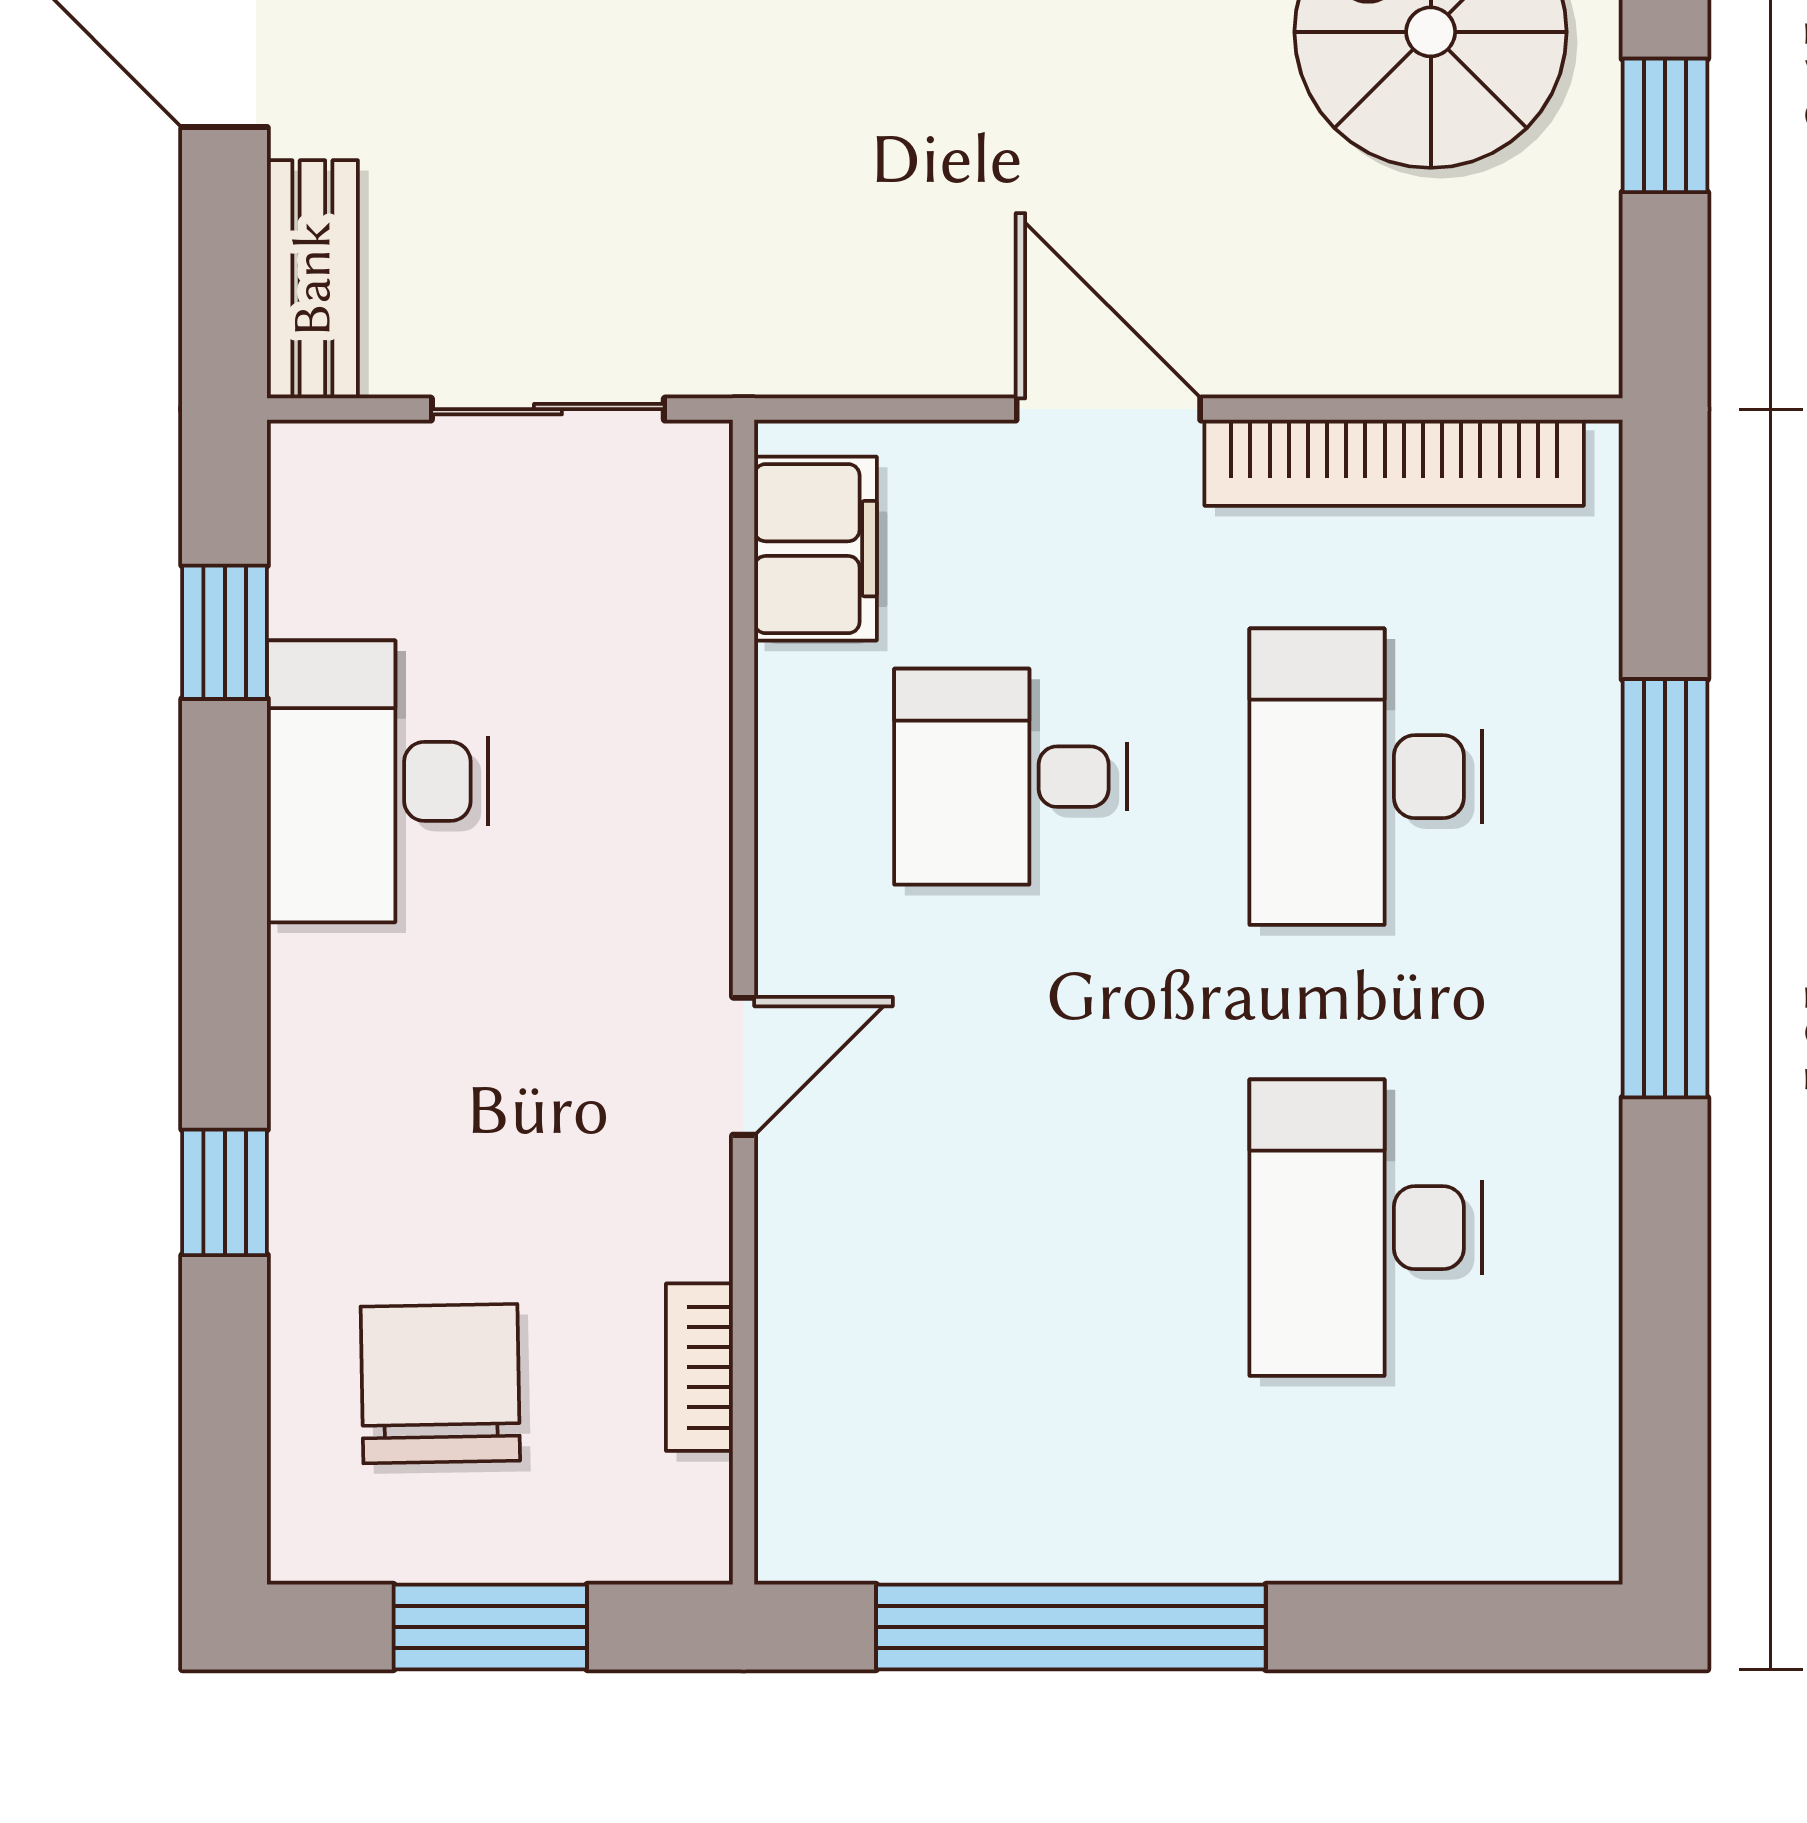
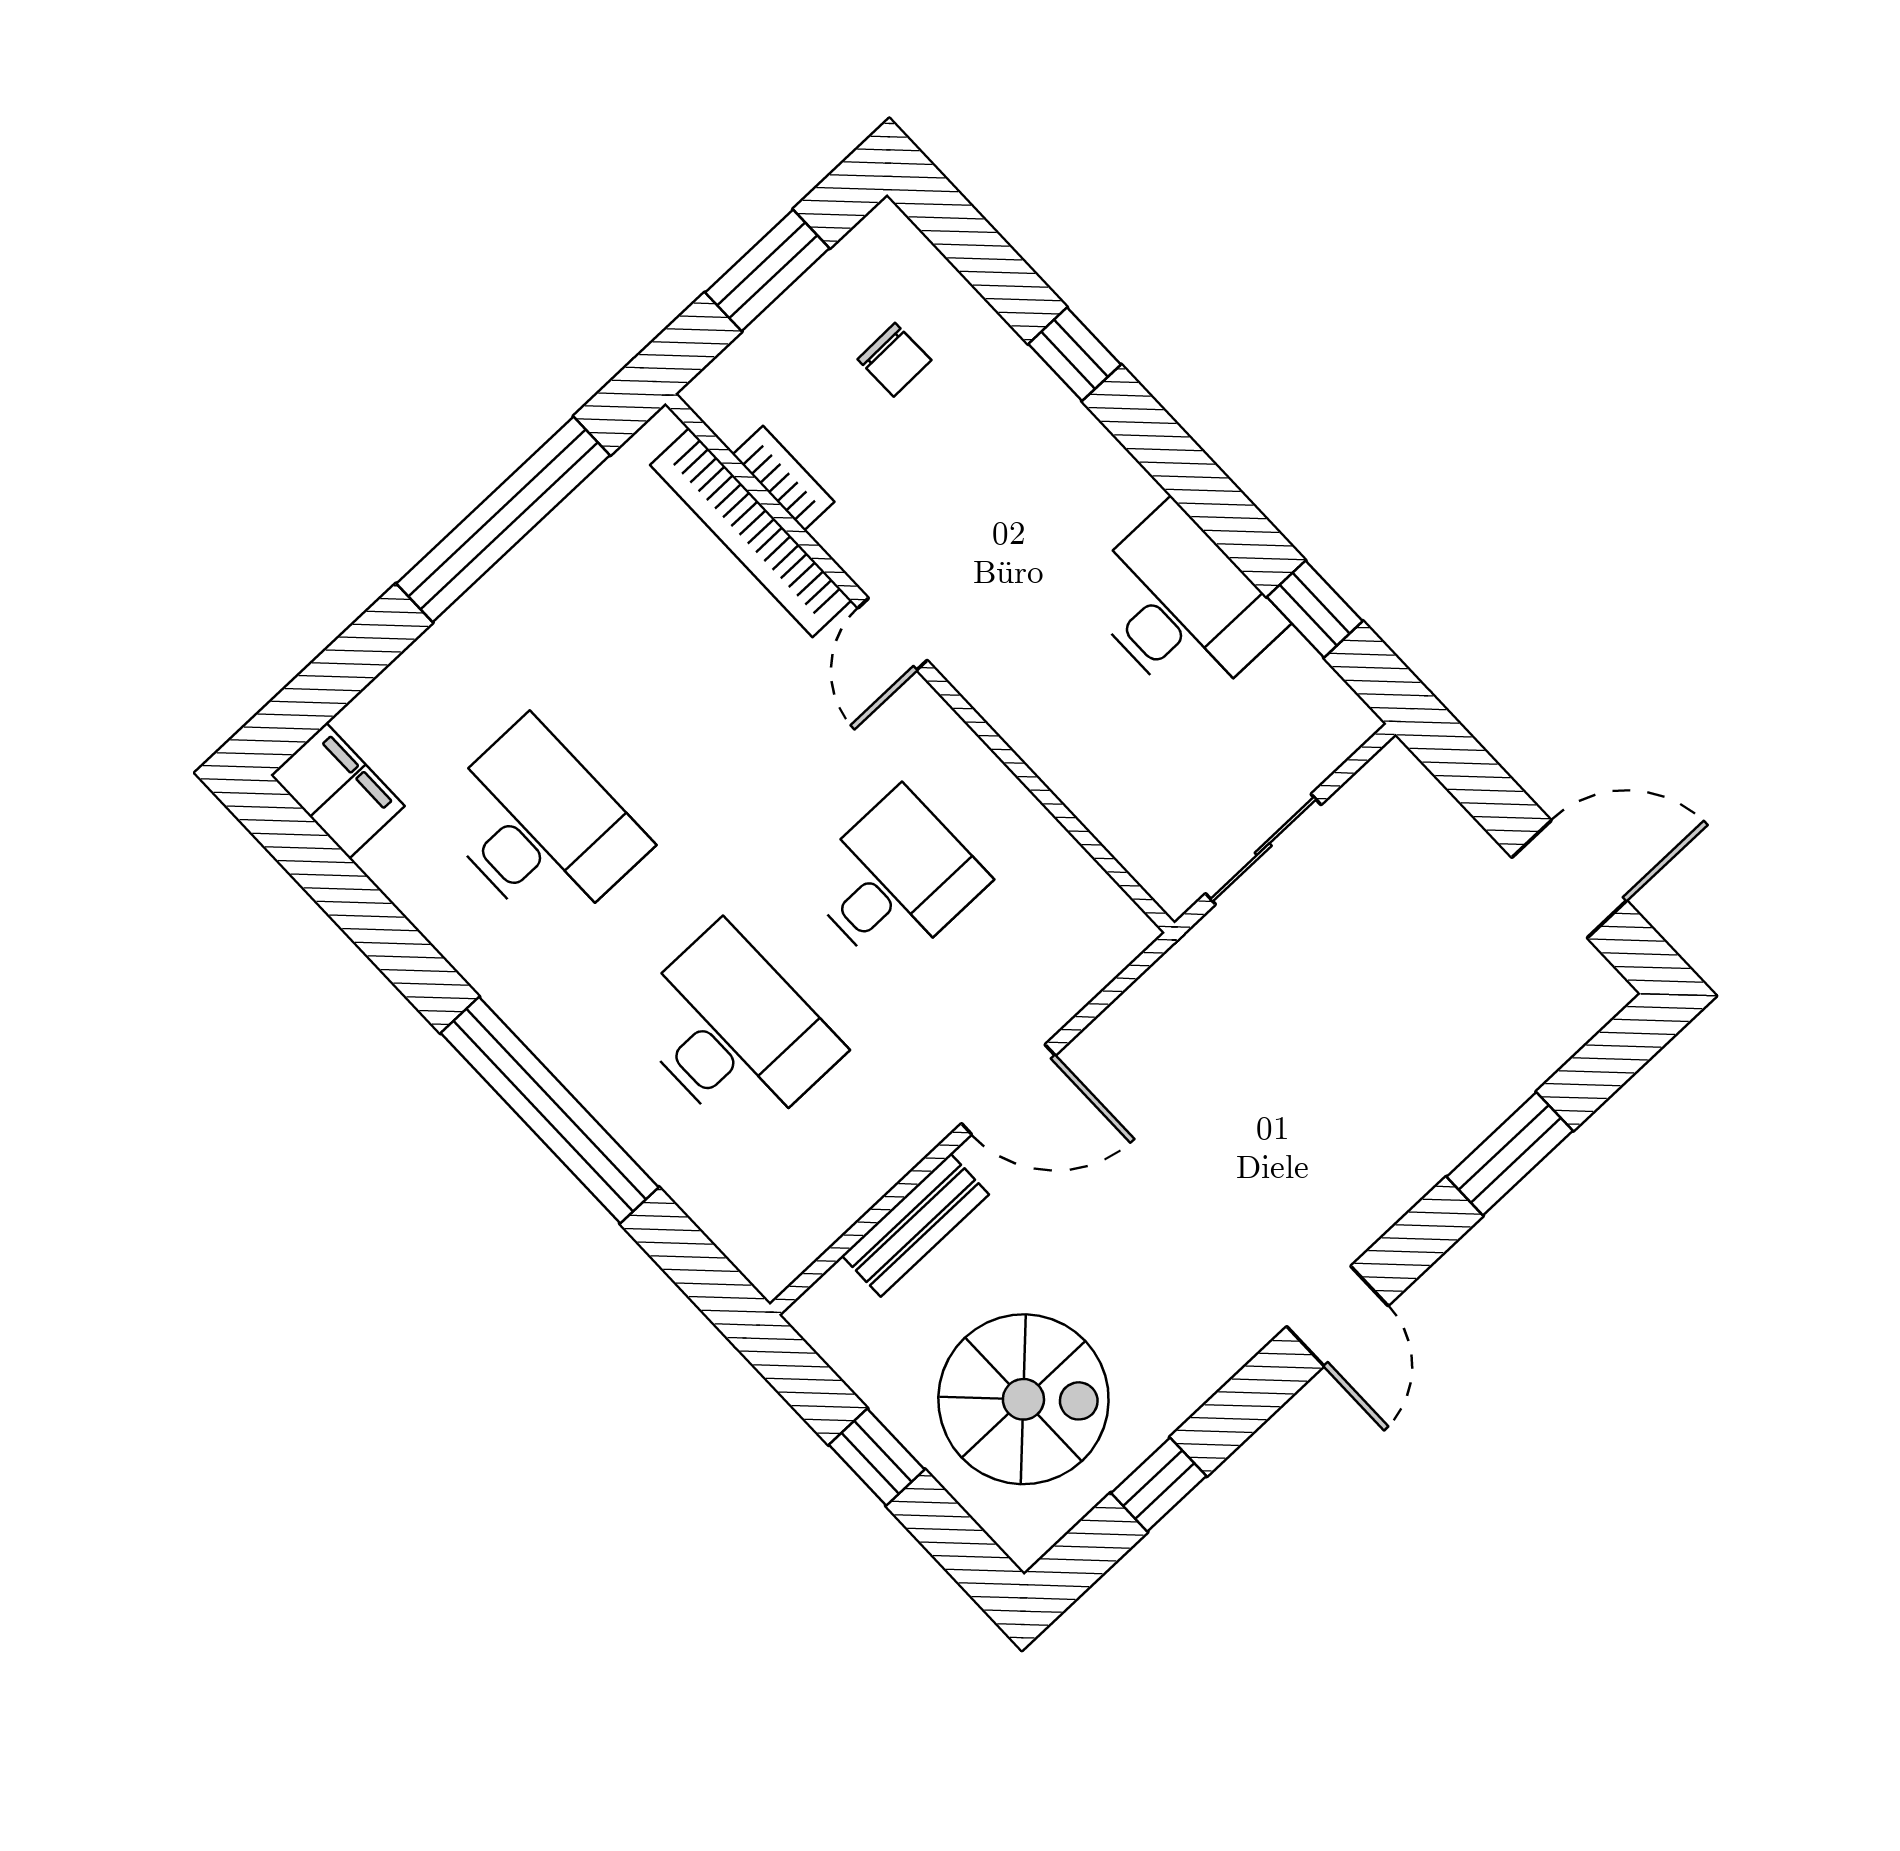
bench: (312, 279) -> (915, 1225), moved, turned 90
bookcase: (1394, 463) -> (751, 533), moved, turned -90
filing cabinet: (815, 549) -> (338, 791), moved, turned 180
chair: (440, 1384) -> (894, 360), width x0.54, depth x0.54

